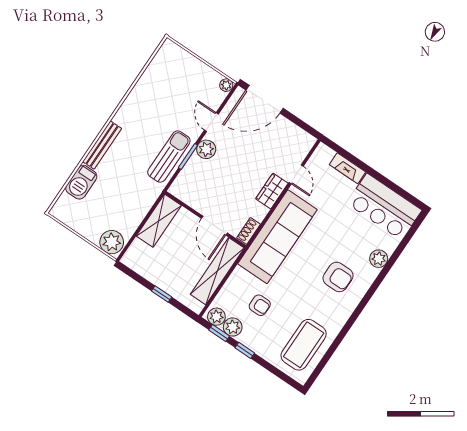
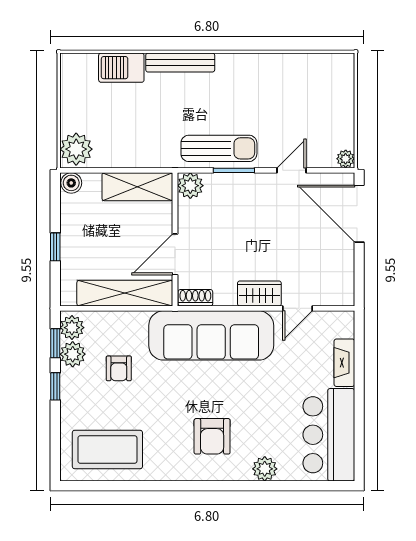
plant: (206, 149) -> (190, 186), moved
boiler: (130, 259) -> (71, 183), added

